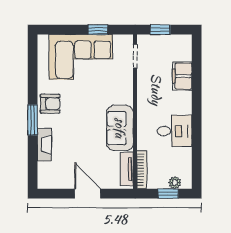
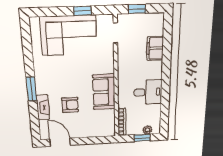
armchair: (50, 104) -> (70, 105), moved
tv unit: (127, 169) -> (110, 122), removed
door: (88, 194) -> (60, 142), moved

